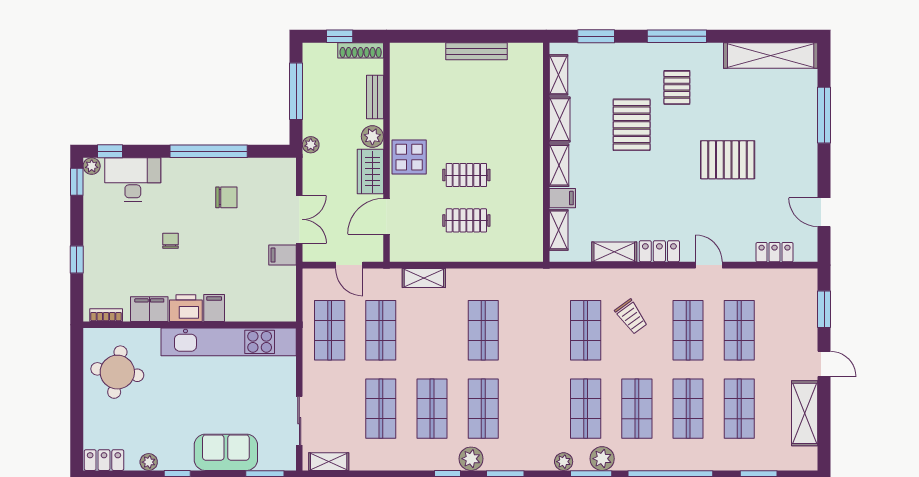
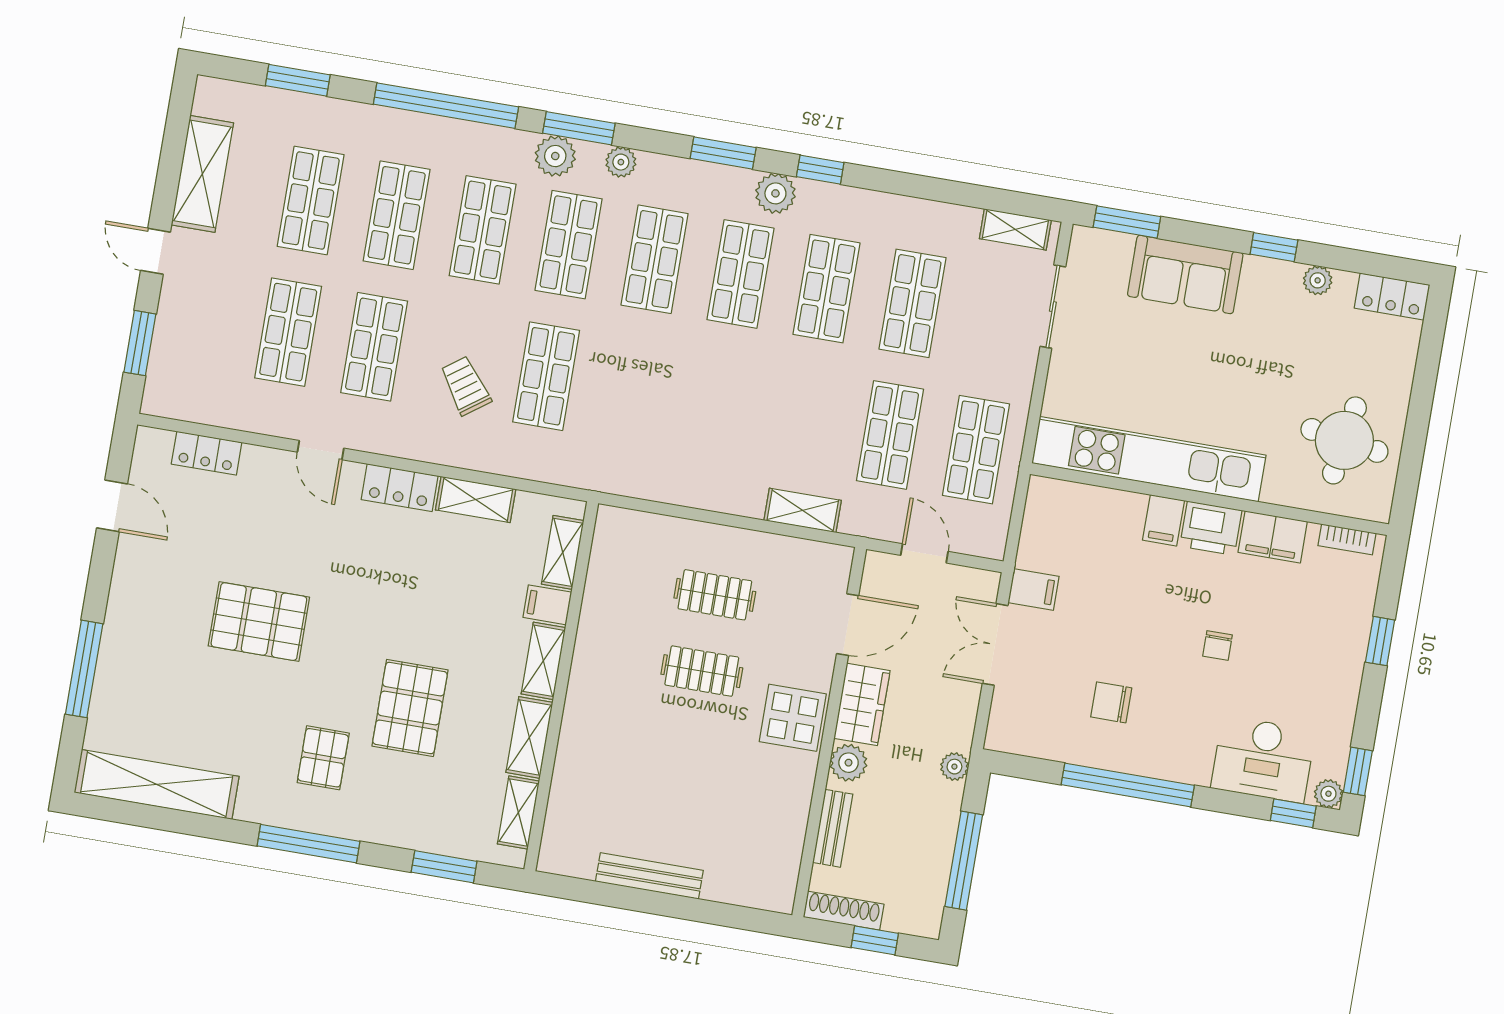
shop shelf: (483, 330) -> (655, 259), moved

